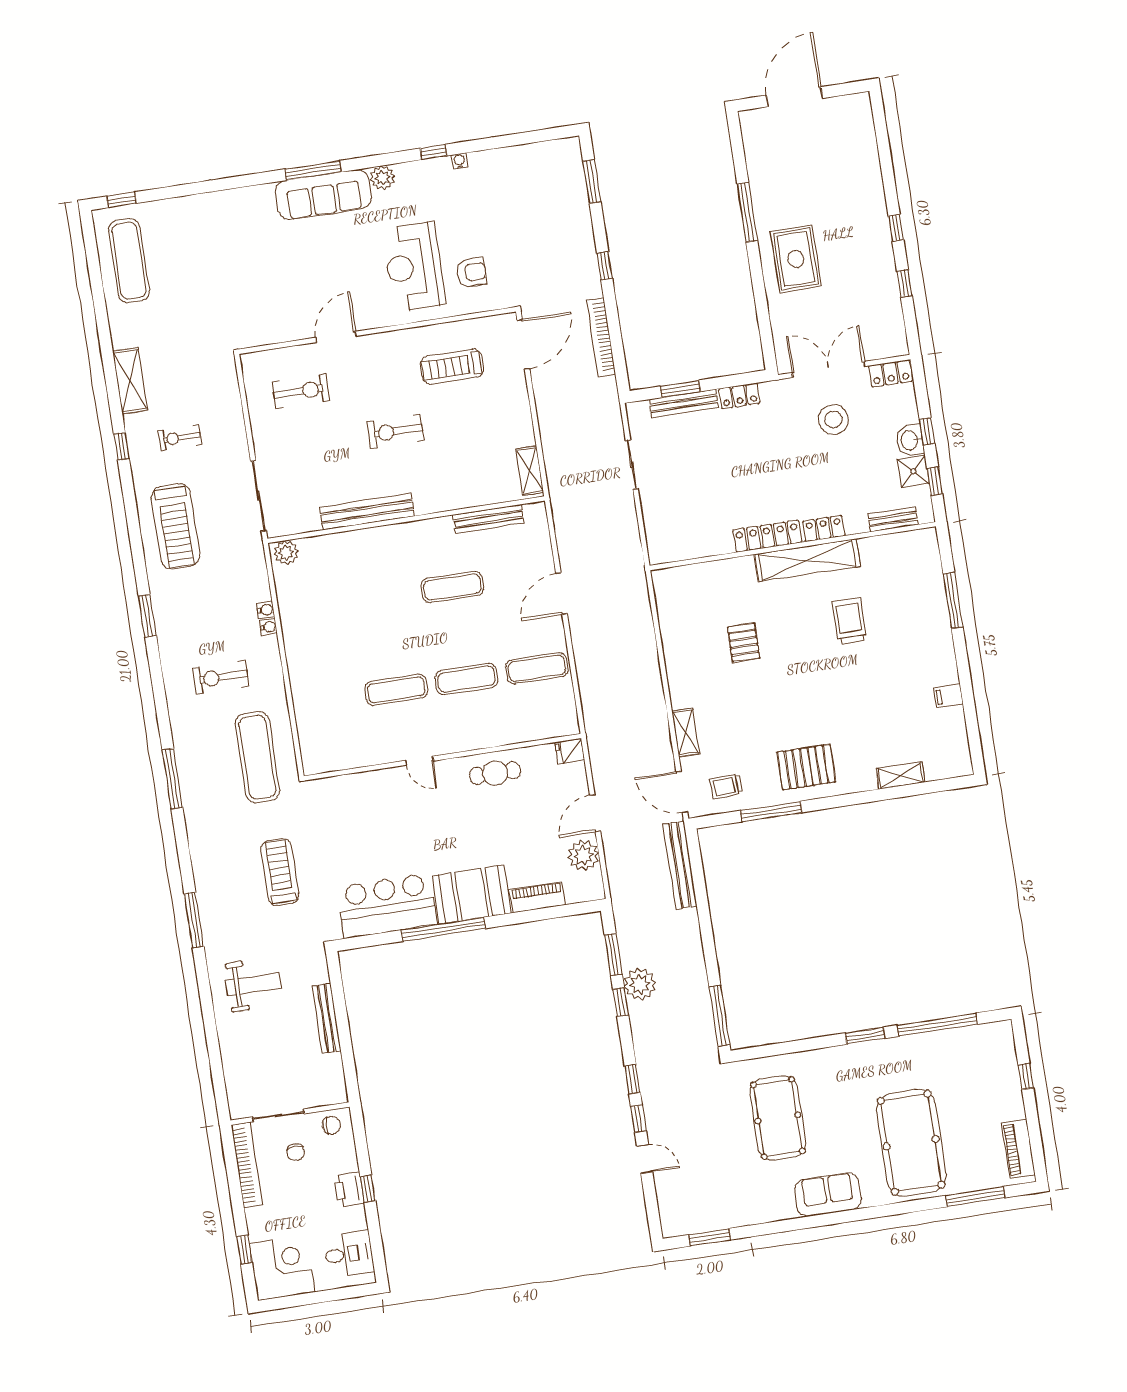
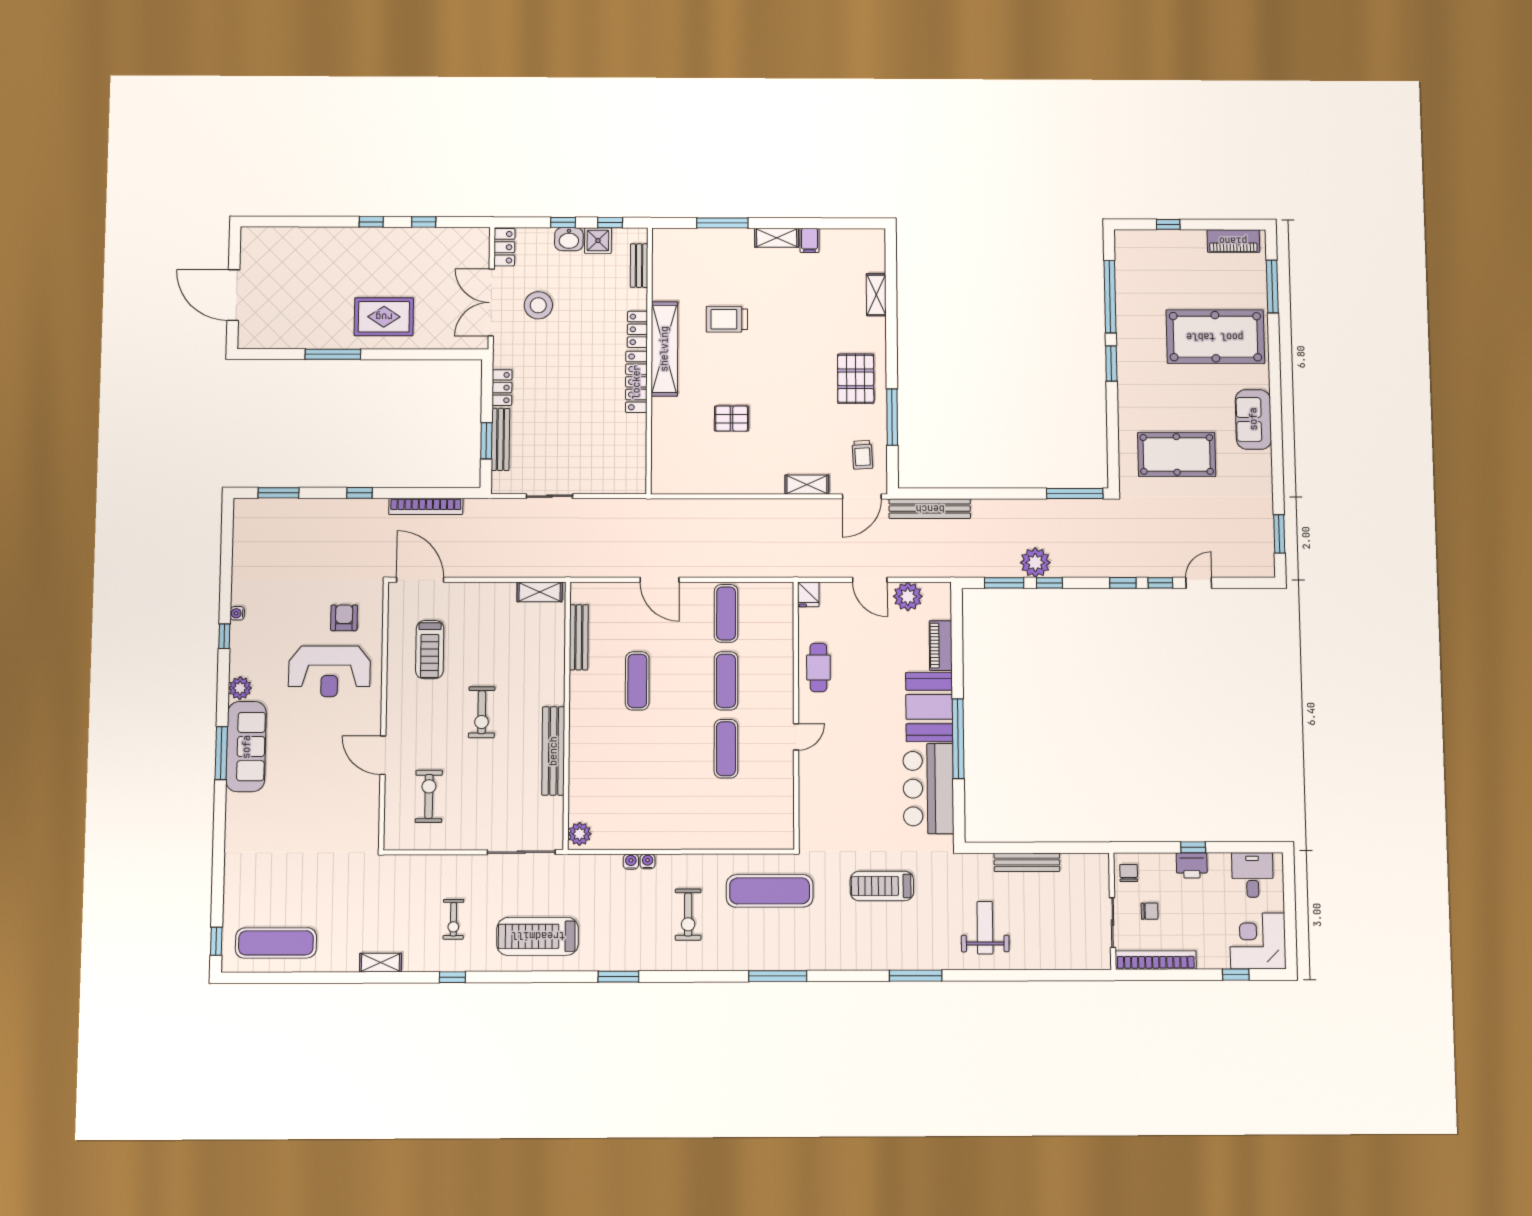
shelving: (130, 381) -> (380, 963), width x0.67, depth x0.75
treadmill: (176, 526) -> (538, 936), turned 180
shelving: (946, 661) -> (777, 238), added

